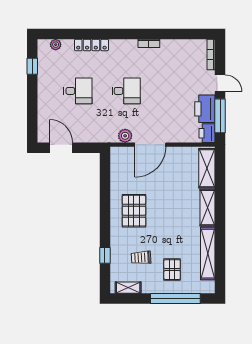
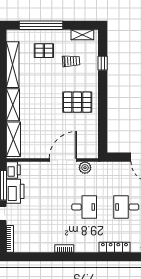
desk: (126, 91) -> (84, 207), turned 180
pallet: (134, 211) -> (77, 102), turned 90
pallet: (172, 270) -> (44, 51), turned 90

